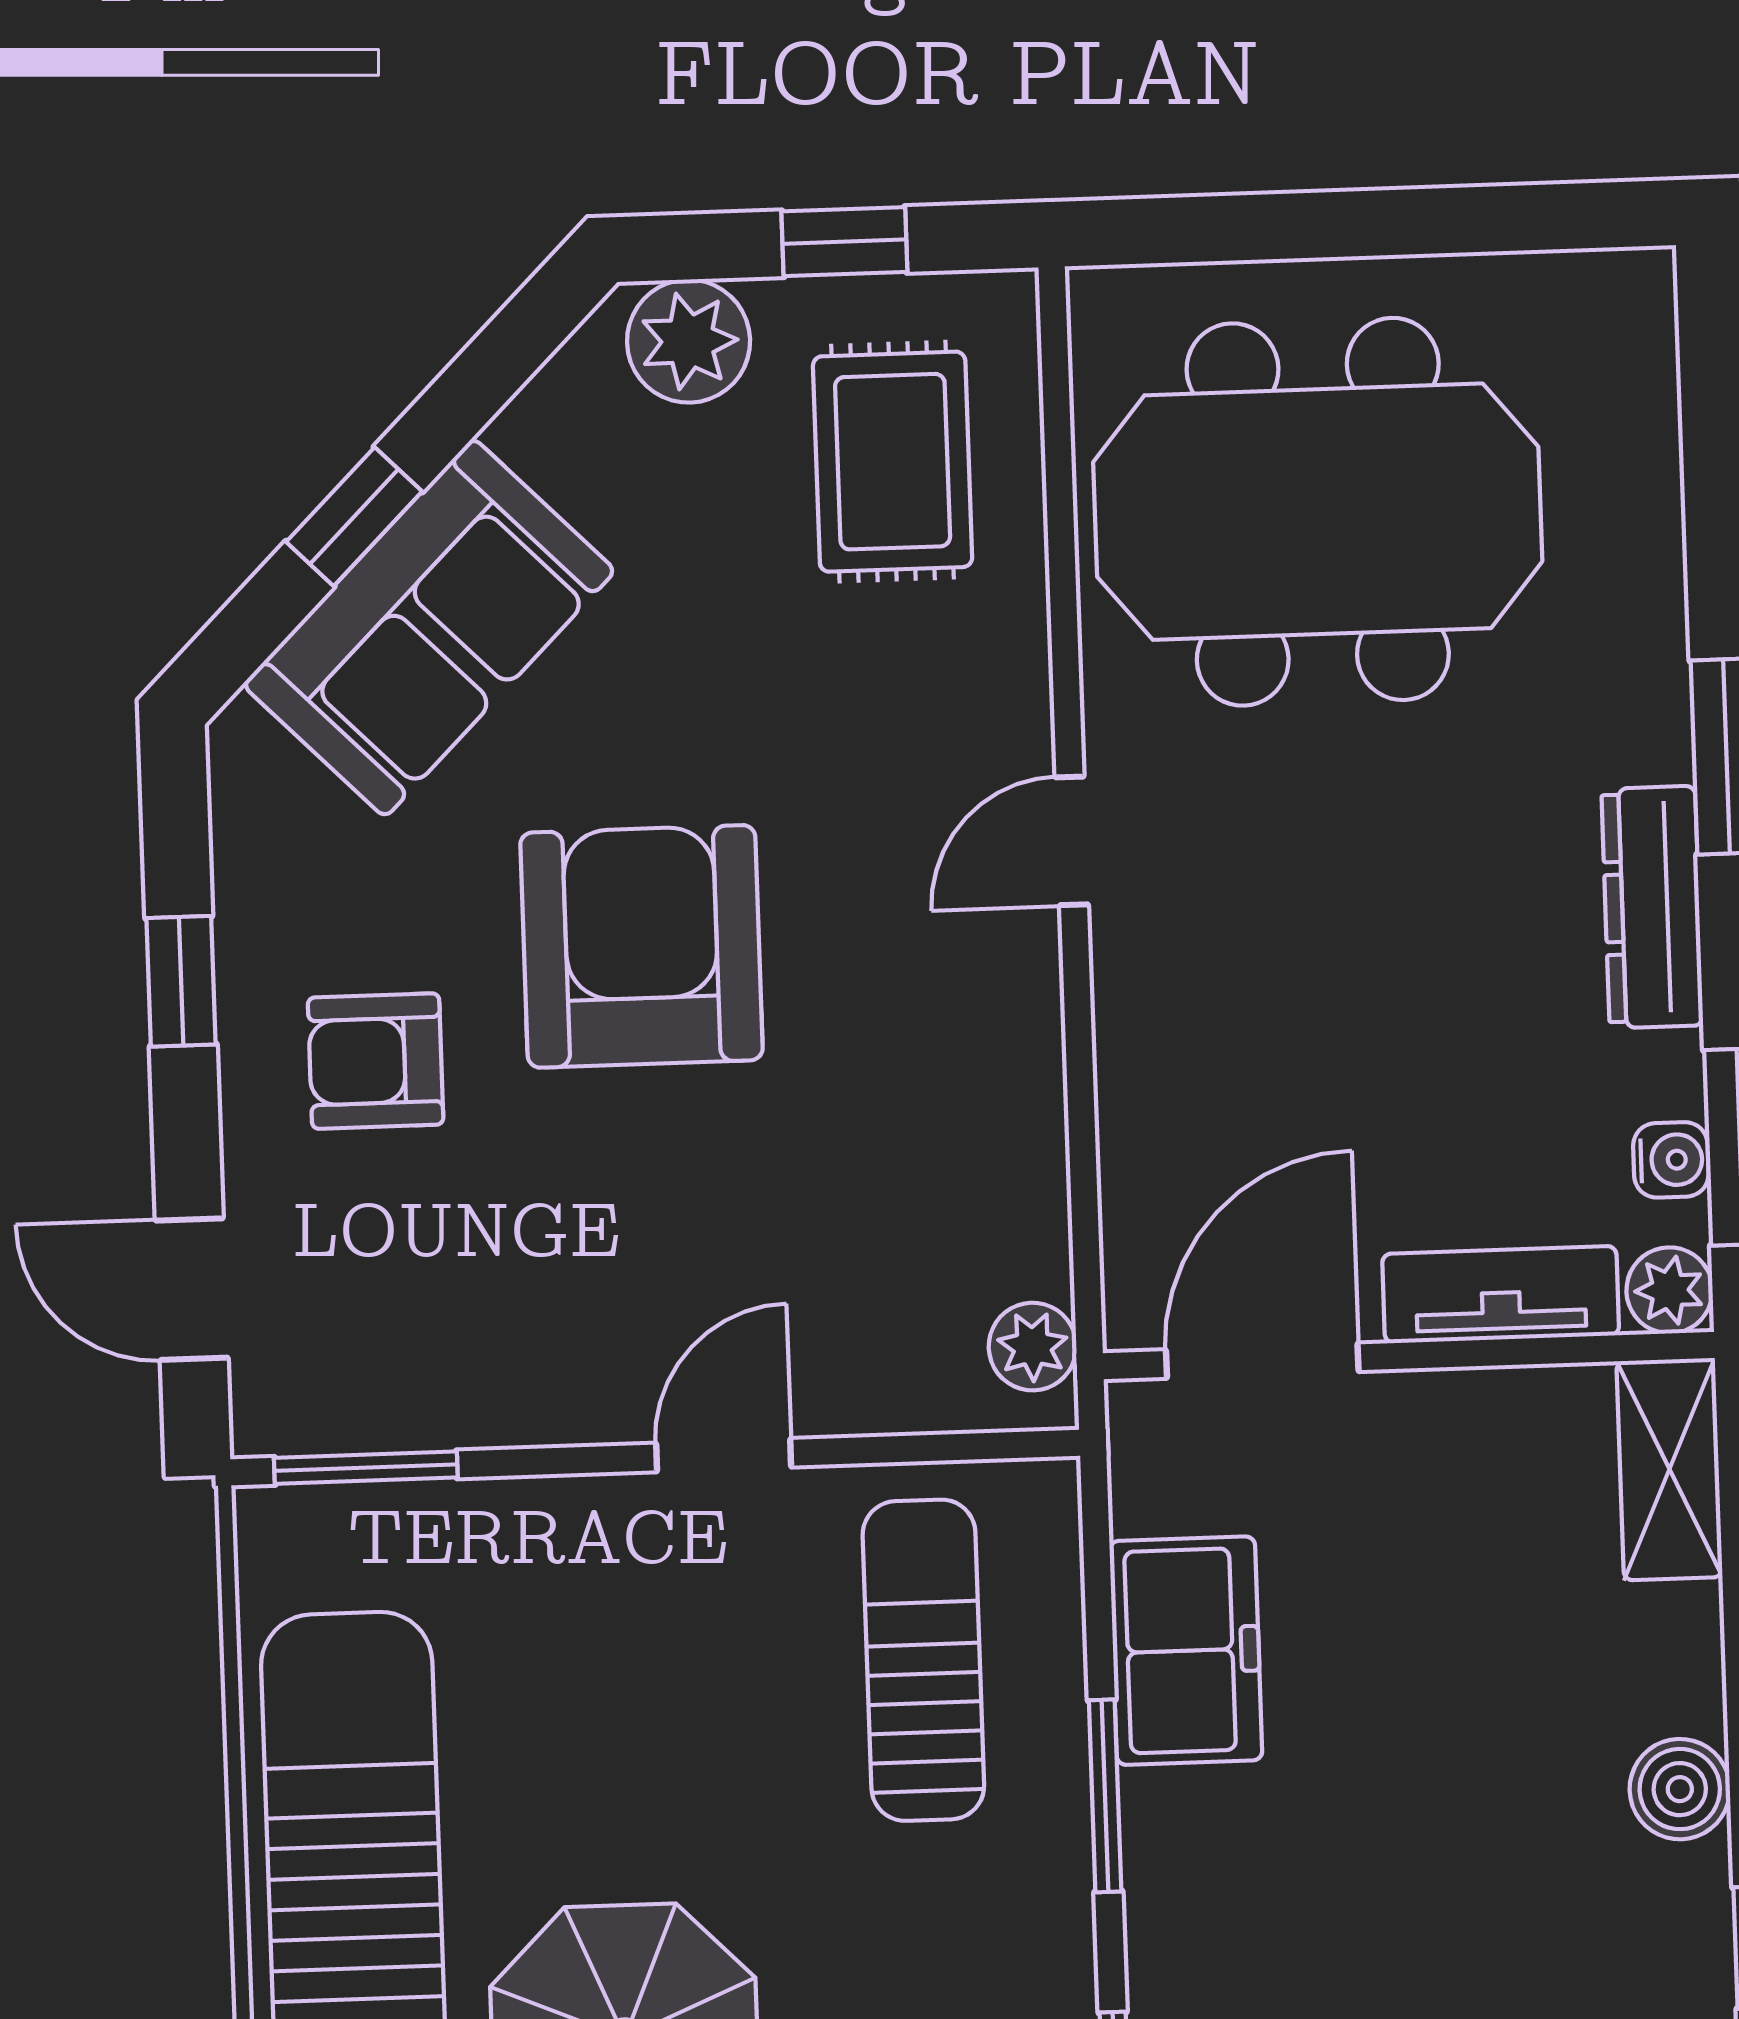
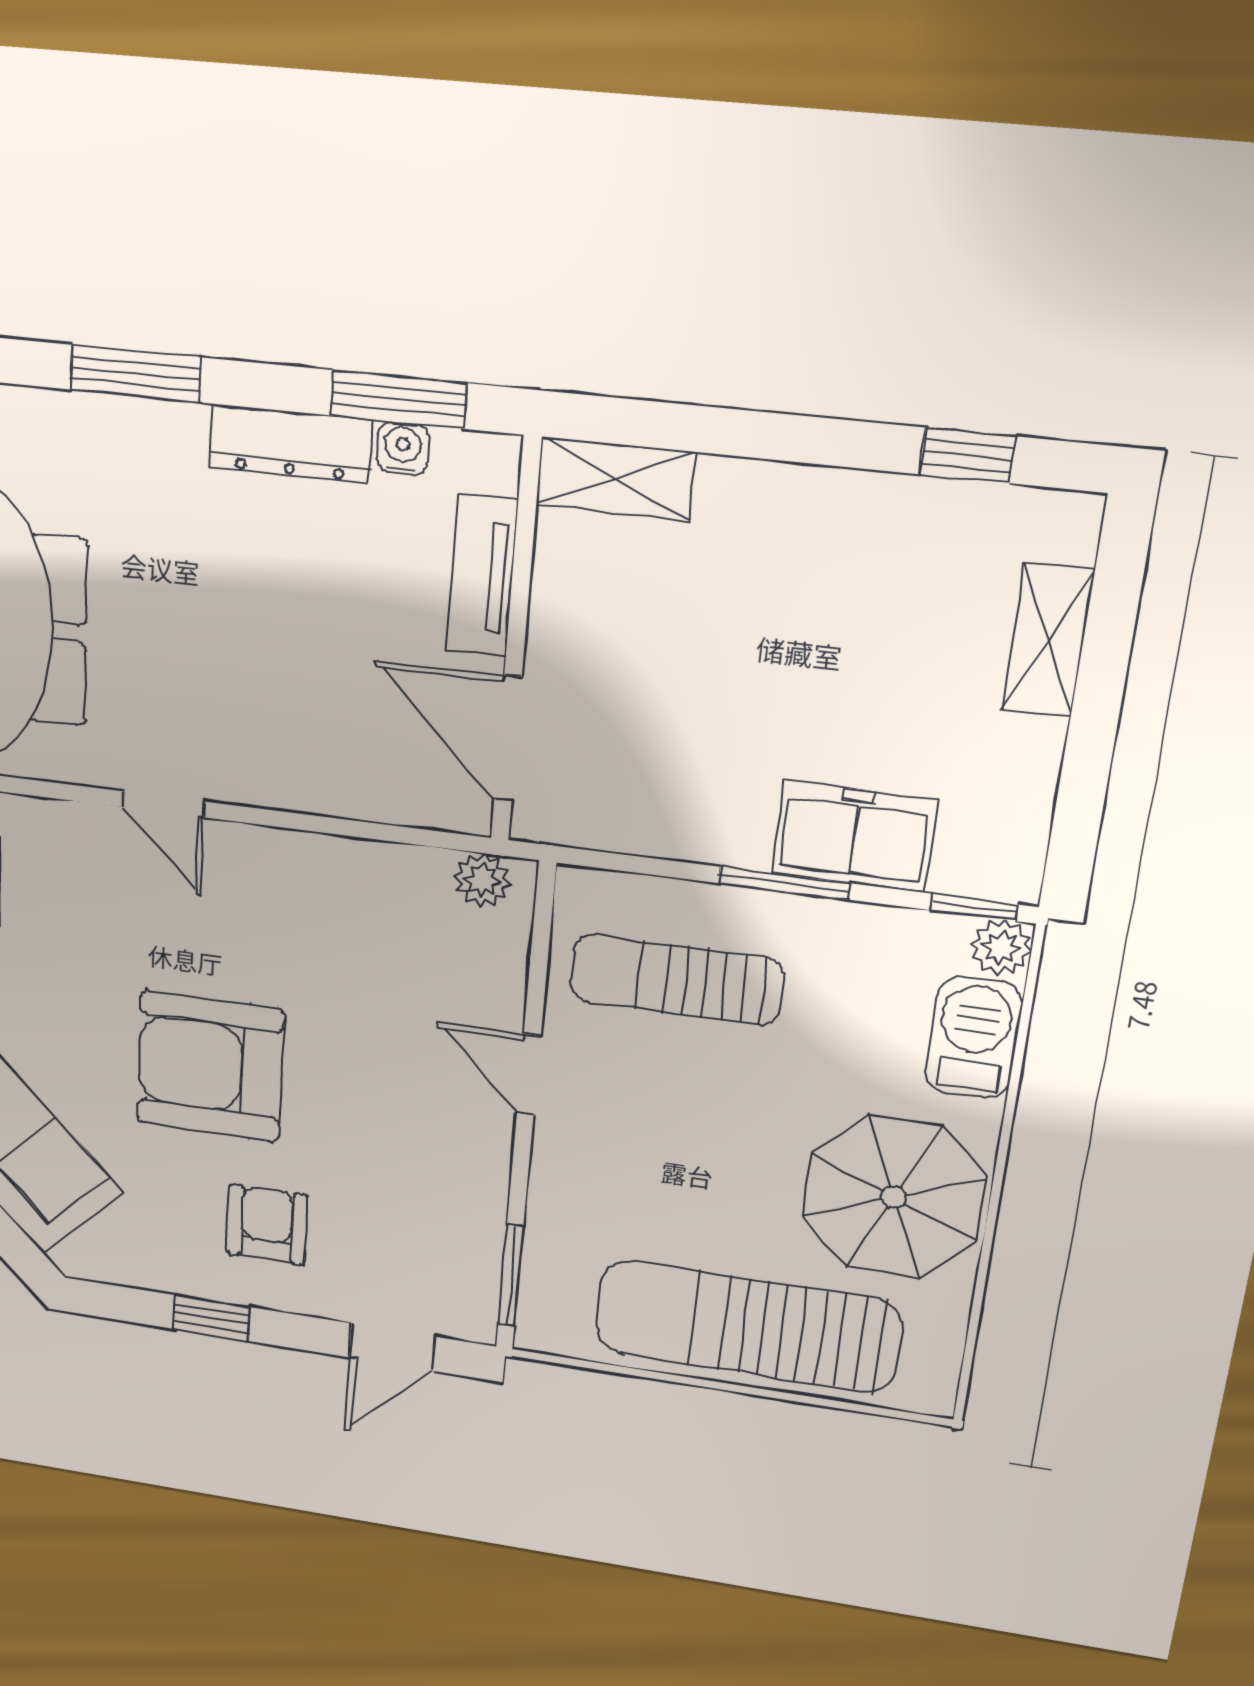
dresser: (1652, 907) -> (290, 444), moved
armchair: (376, 1061) -> (267, 1225), turned 180
plant: (1670, 1290) -> (492, 462), removed
freezer: (1186, 1651) -> (854, 837), moved
boiler: (1680, 1789) -> (842, 503), removed

